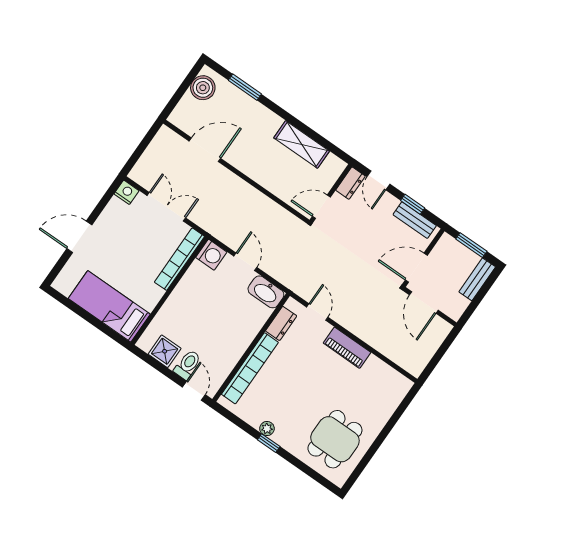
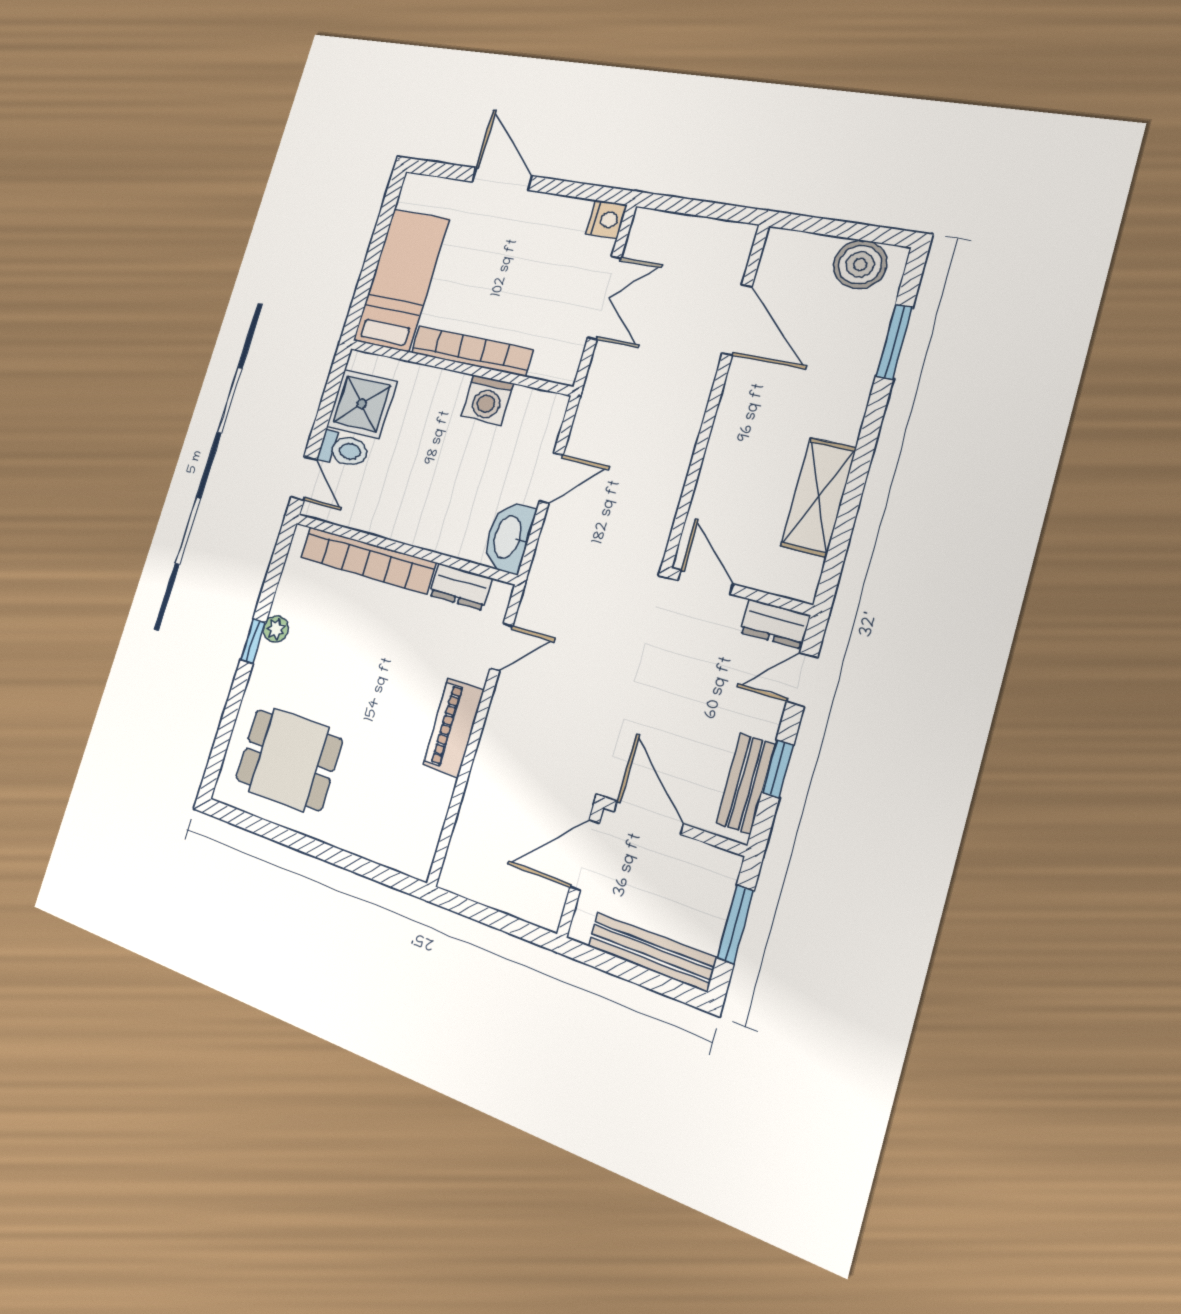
washing machine: (211, 255) -> (487, 400), moved
bookcase: (179, 259) -> (471, 351), moved
bench: (477, 279) -> (652, 952), width x1.36
shower: (165, 351) -> (362, 404), width x1.36, depth x1.36
door: (194, 391) -> (304, 478), hinge flipped

